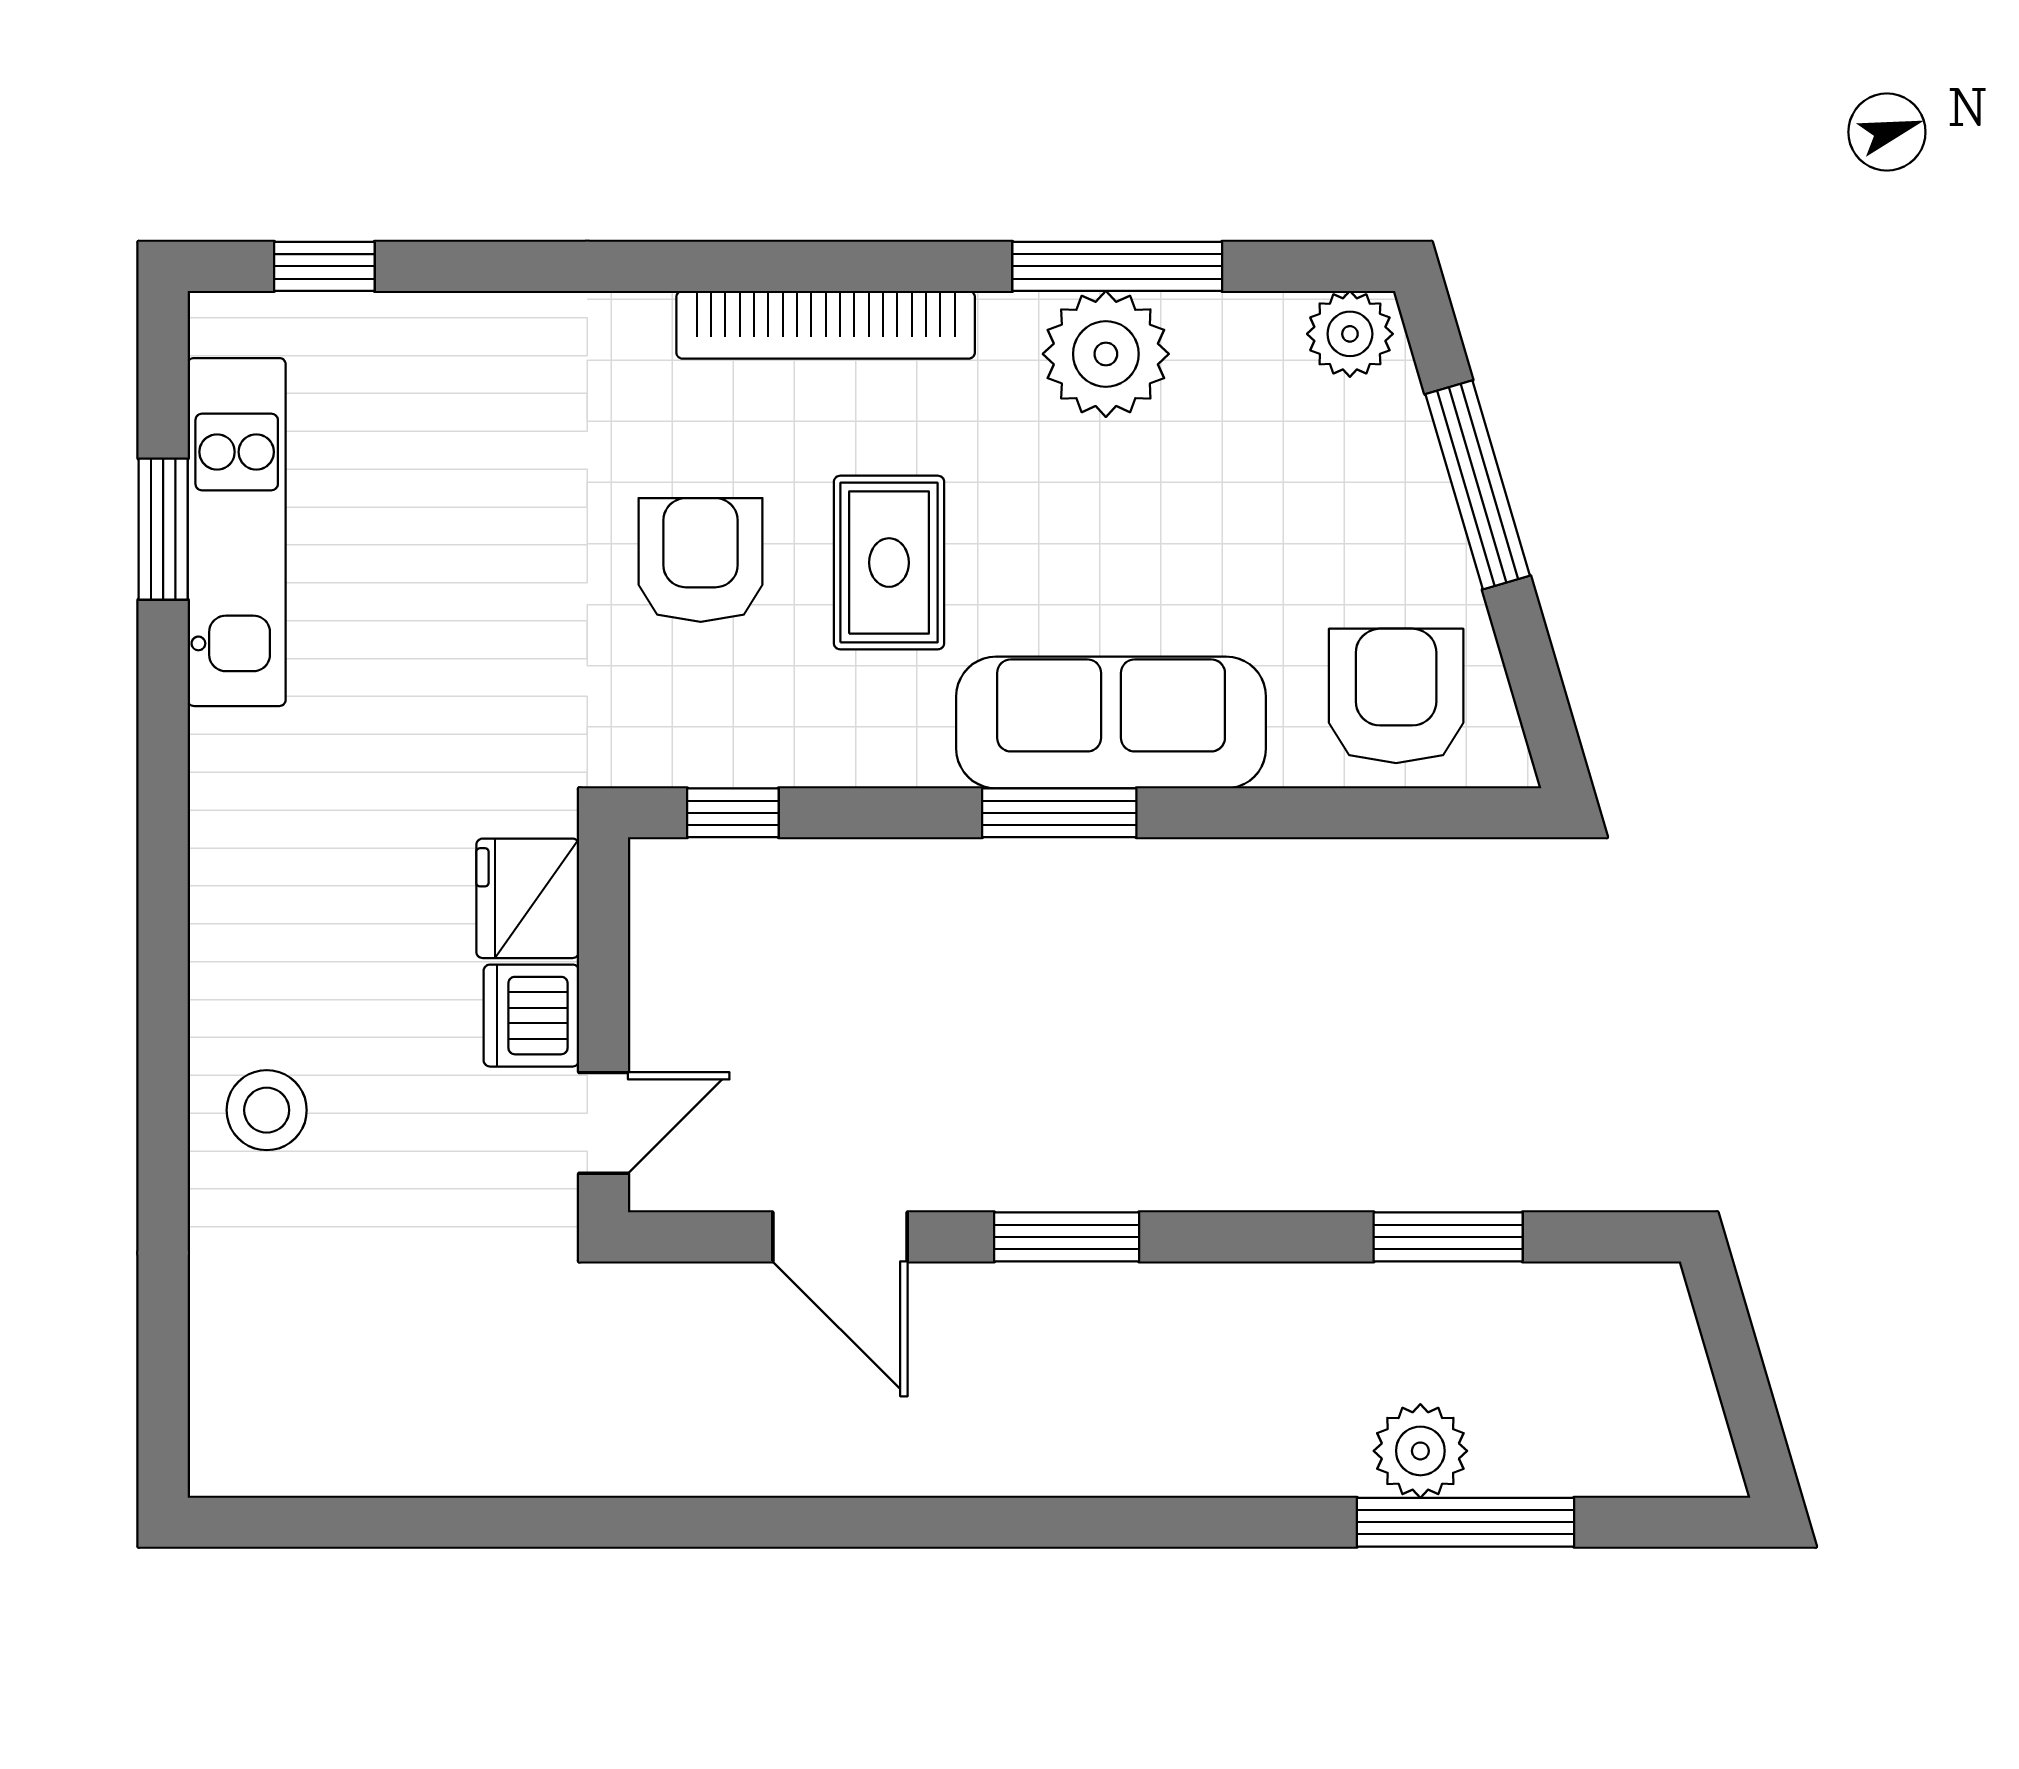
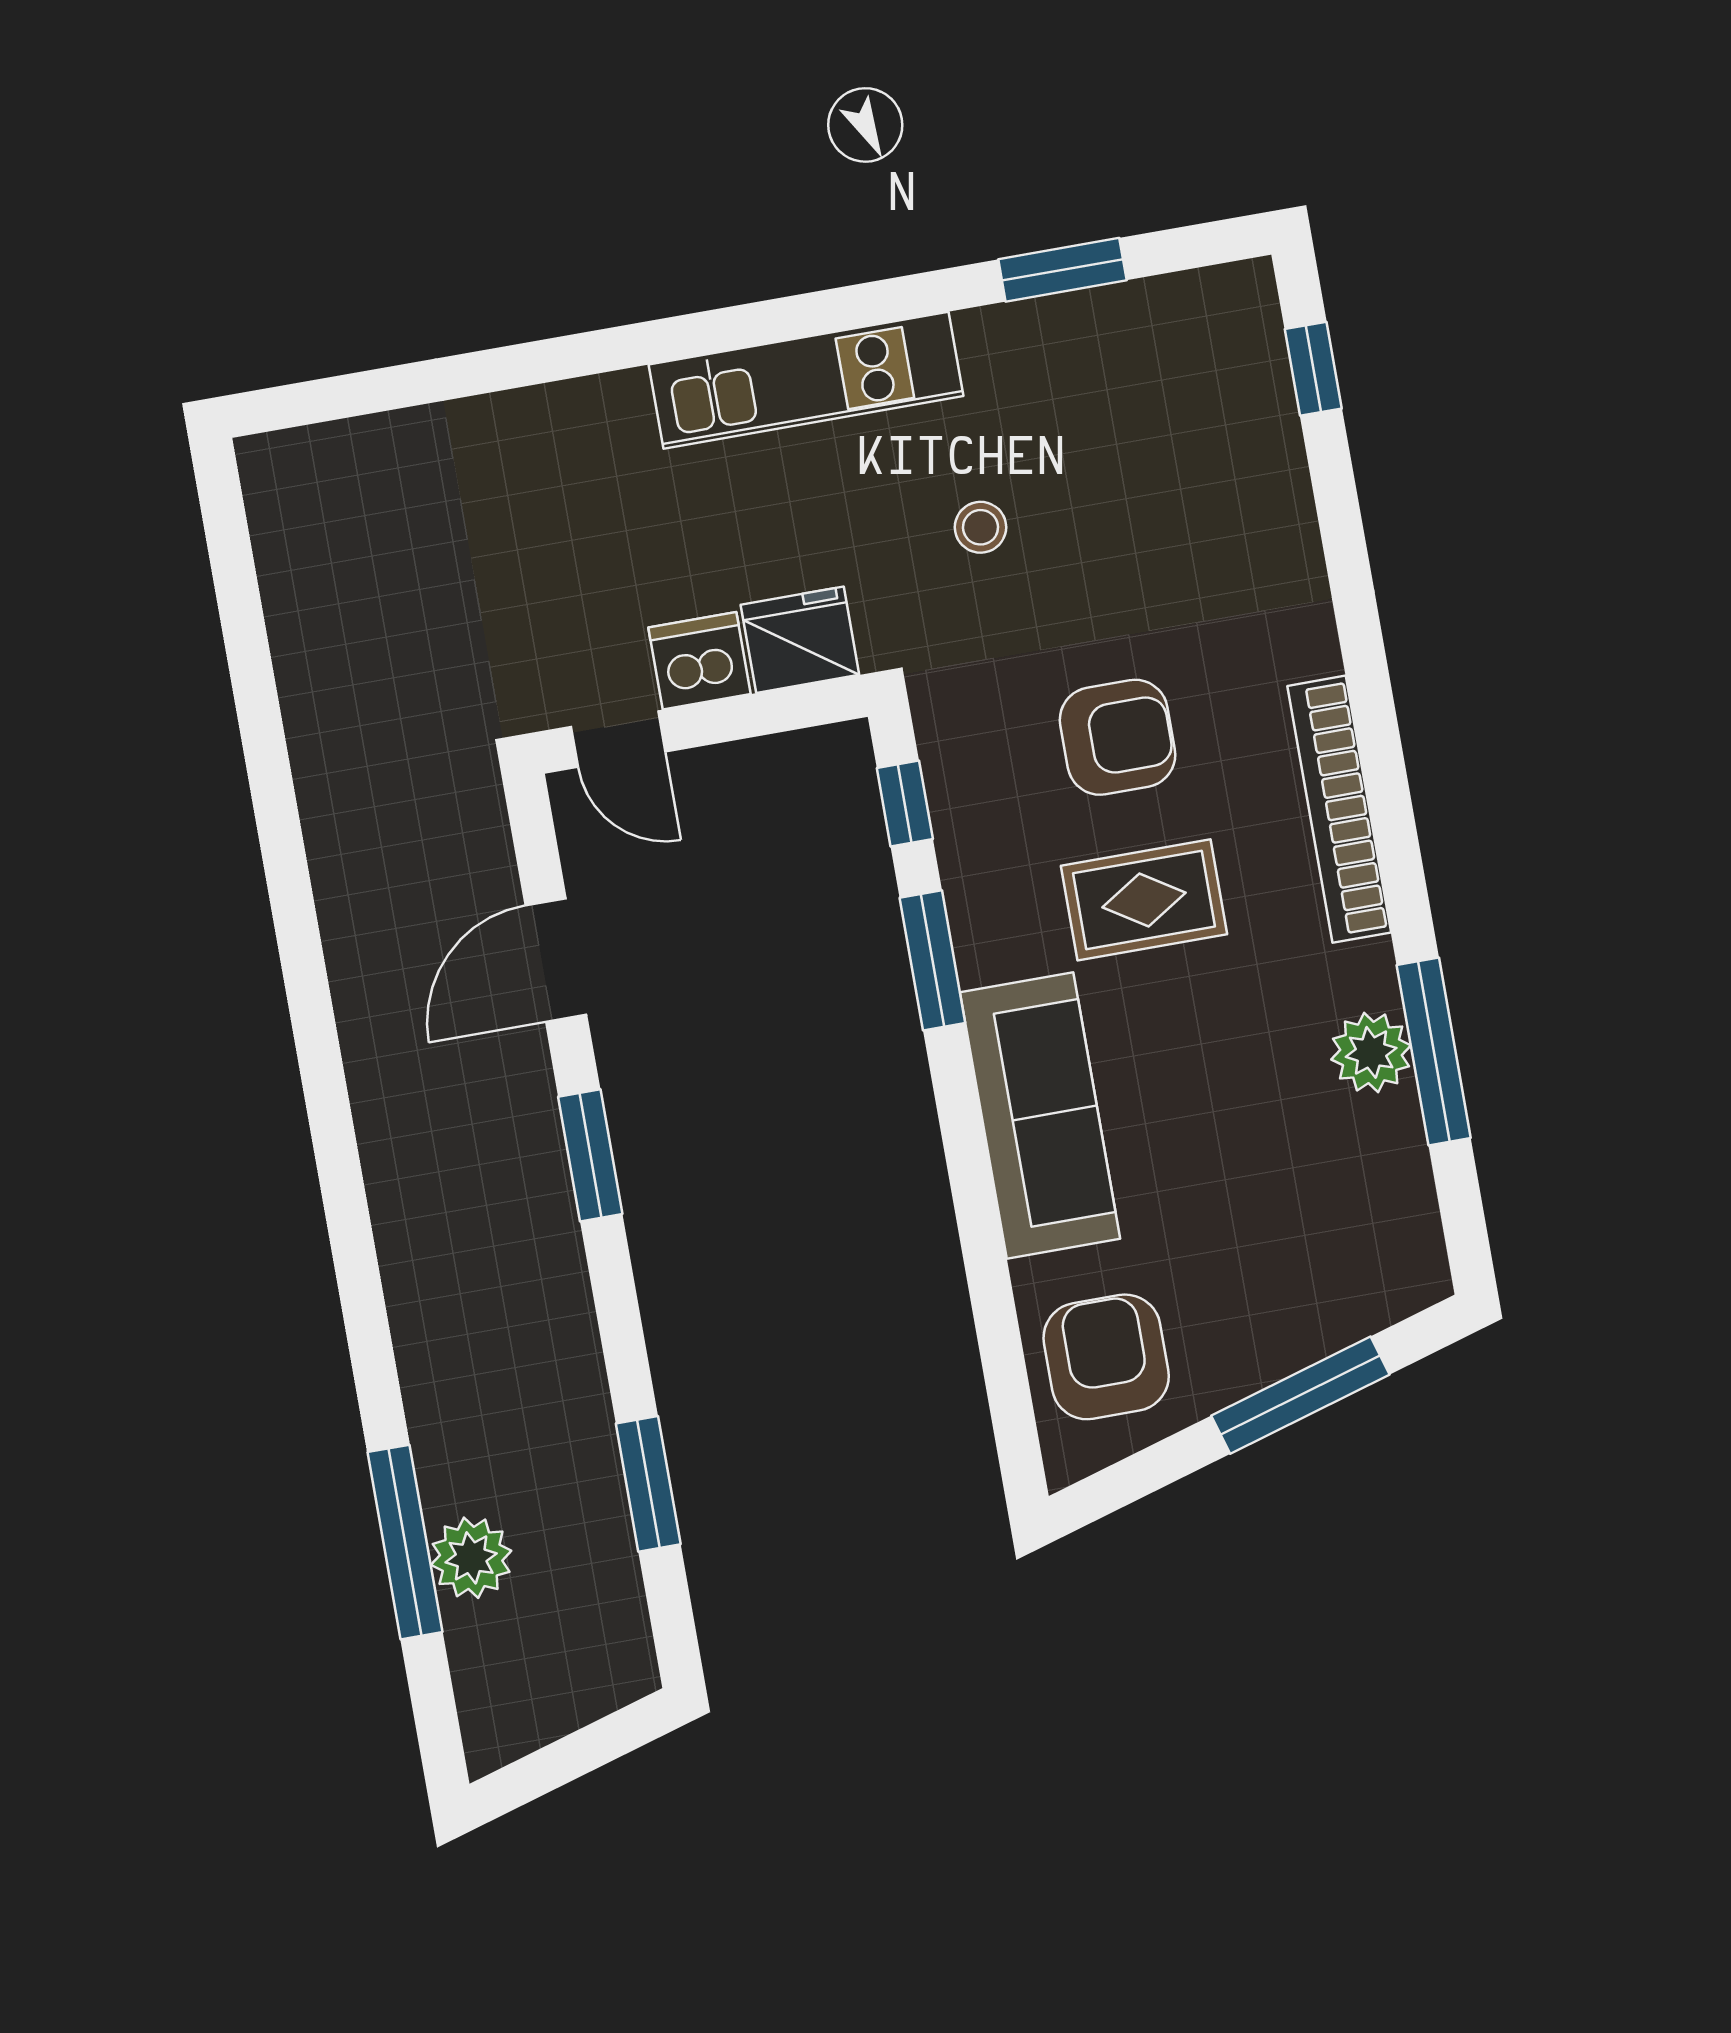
plant: (1350, 334) -> (1411, 1262), removed
plant: (1106, 354) -> (1371, 1052), width x0.73, depth x0.73
kitchen unit: (237, 532) -> (806, 380), moved
armchair: (1396, 696) -> (1106, 1357), turned -90
window: (1059, 813) -> (932, 960), moved
stool: (267, 1110) -> (981, 527), moved, width x0.73, depth x0.73
plant: (1420, 1451) -> (471, 1558), moved

